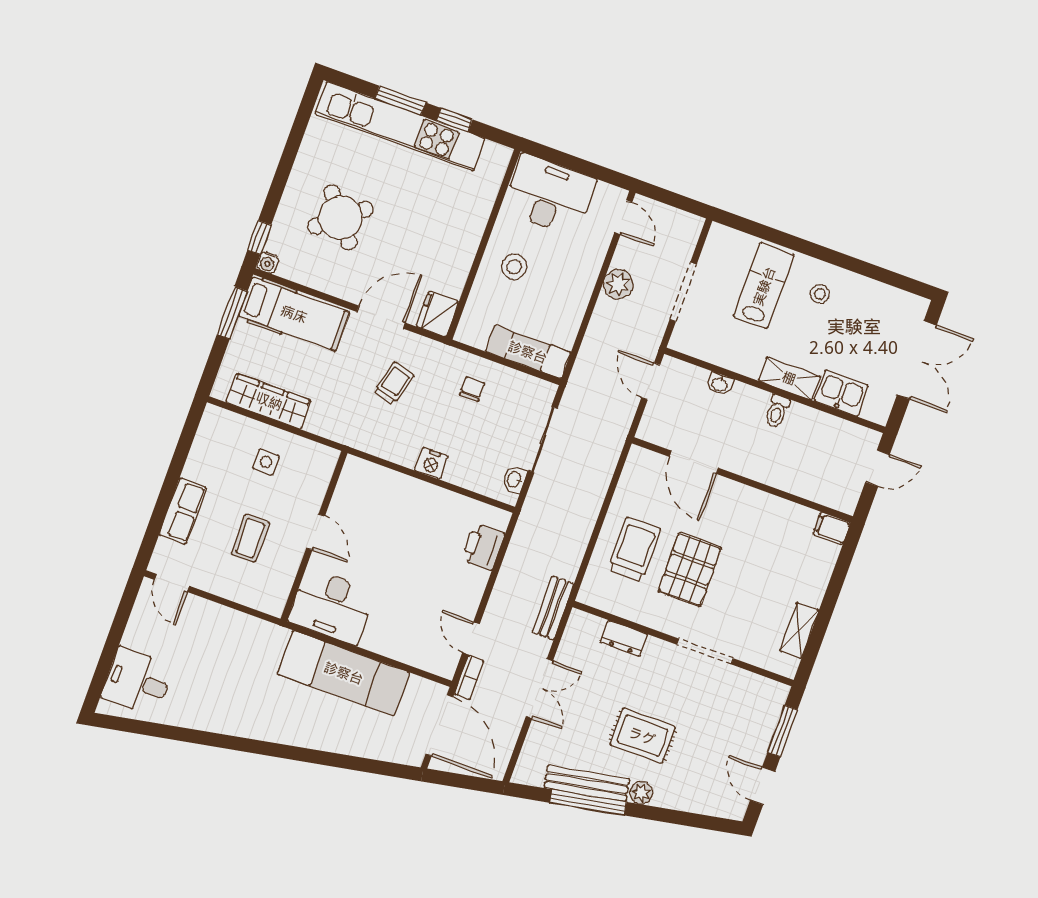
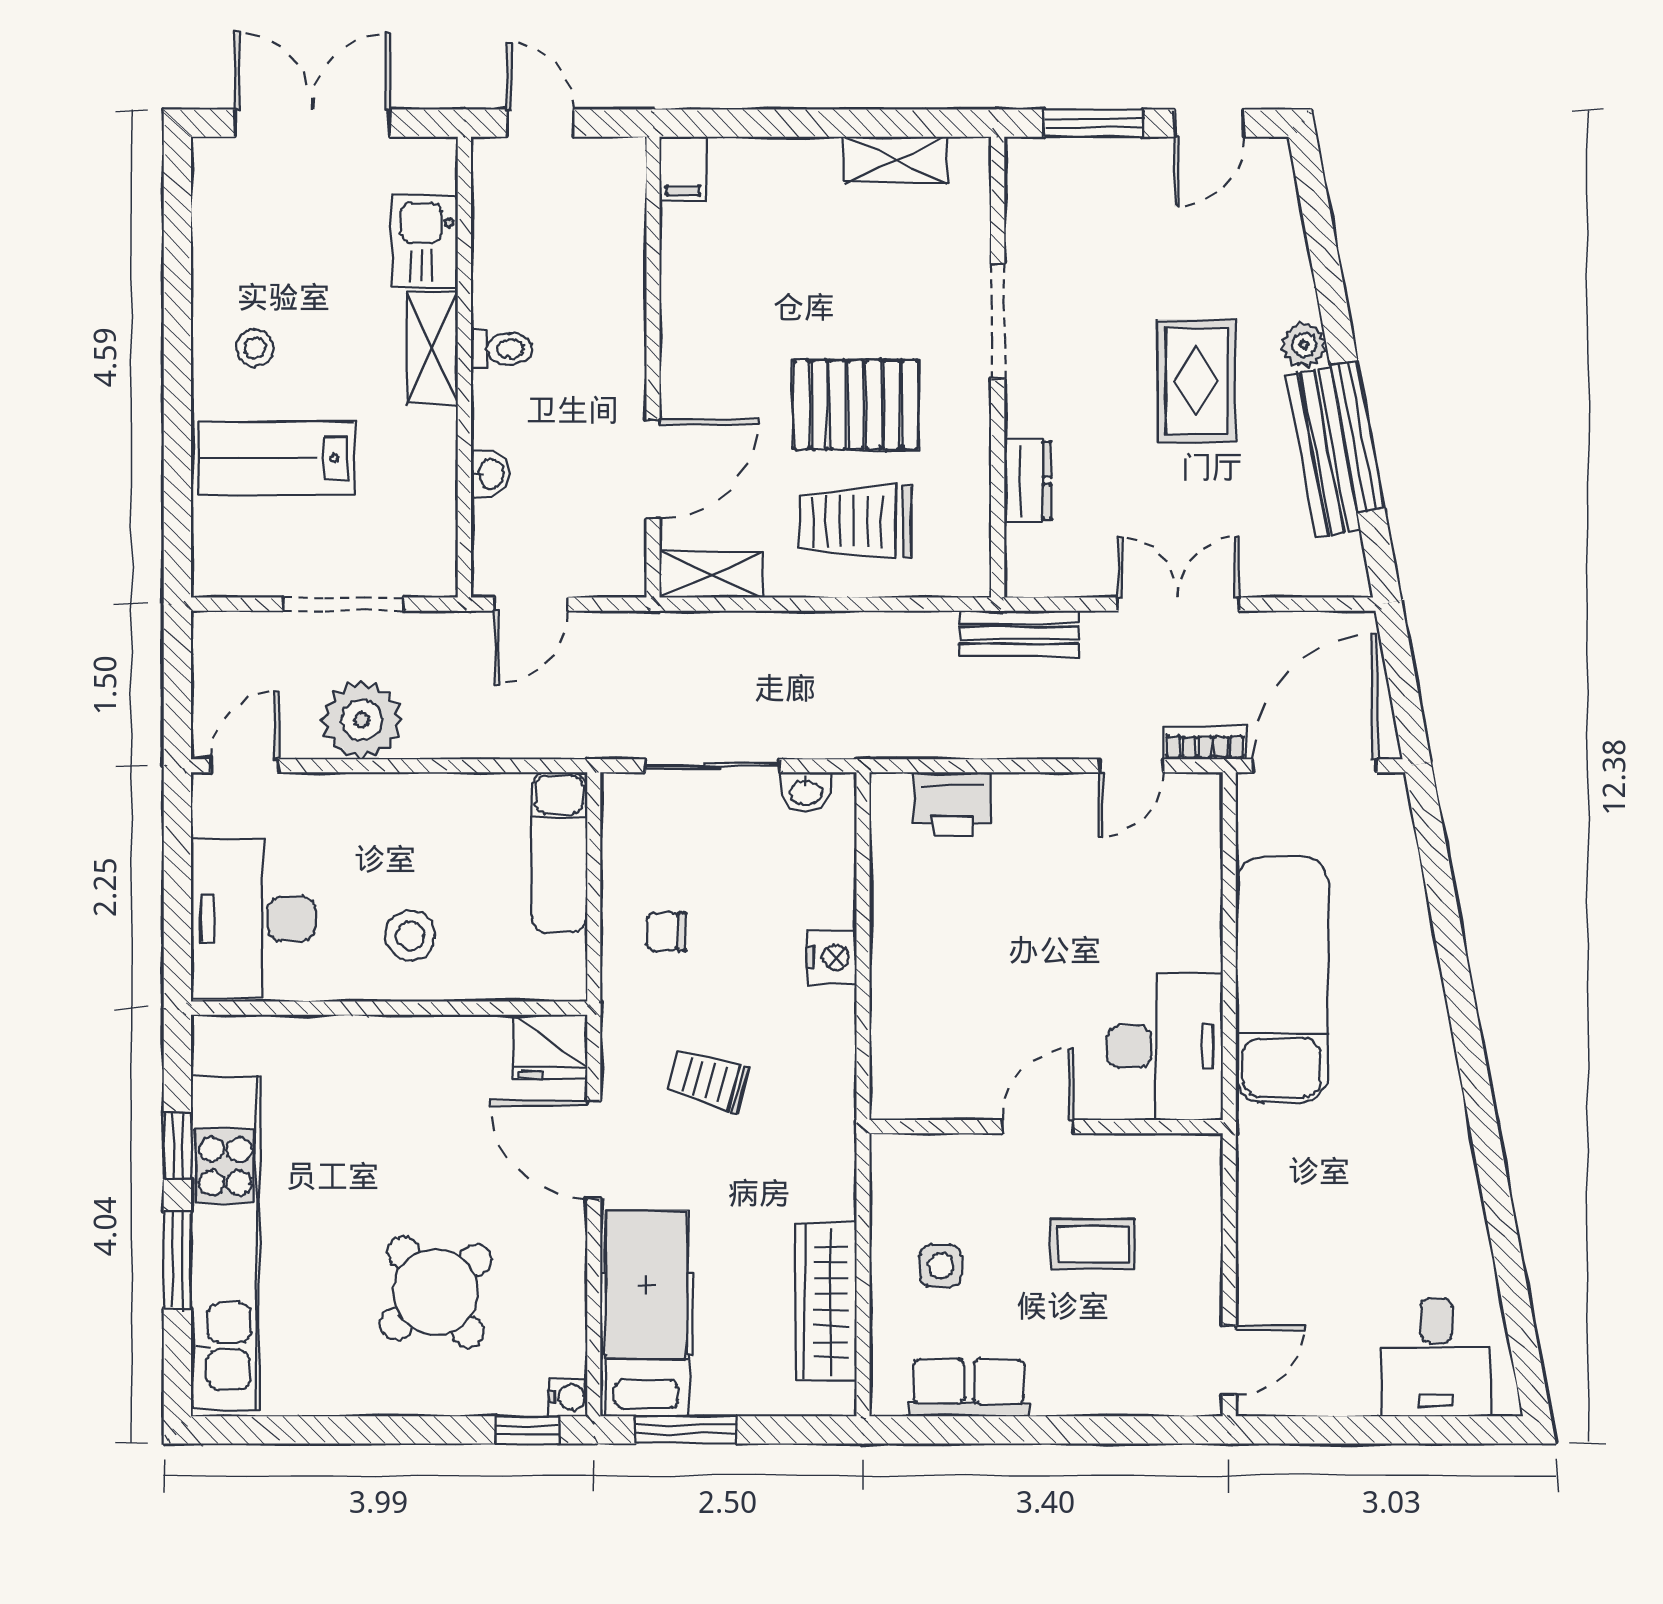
plant: (618, 284) -> (362, 720), width x1.36, depth x1.36
shelving: (634, 472) -> (711, 574), added
row of seats: (183, 511) -> (969, 1388), moved

